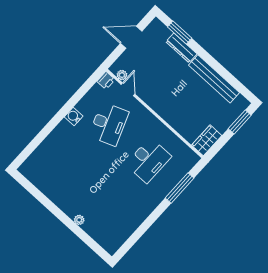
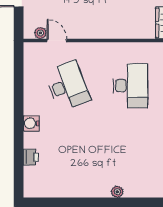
printer: (106, 80) -> (31, 157), moved
water cooler: (74, 116) -> (31, 123), moved

